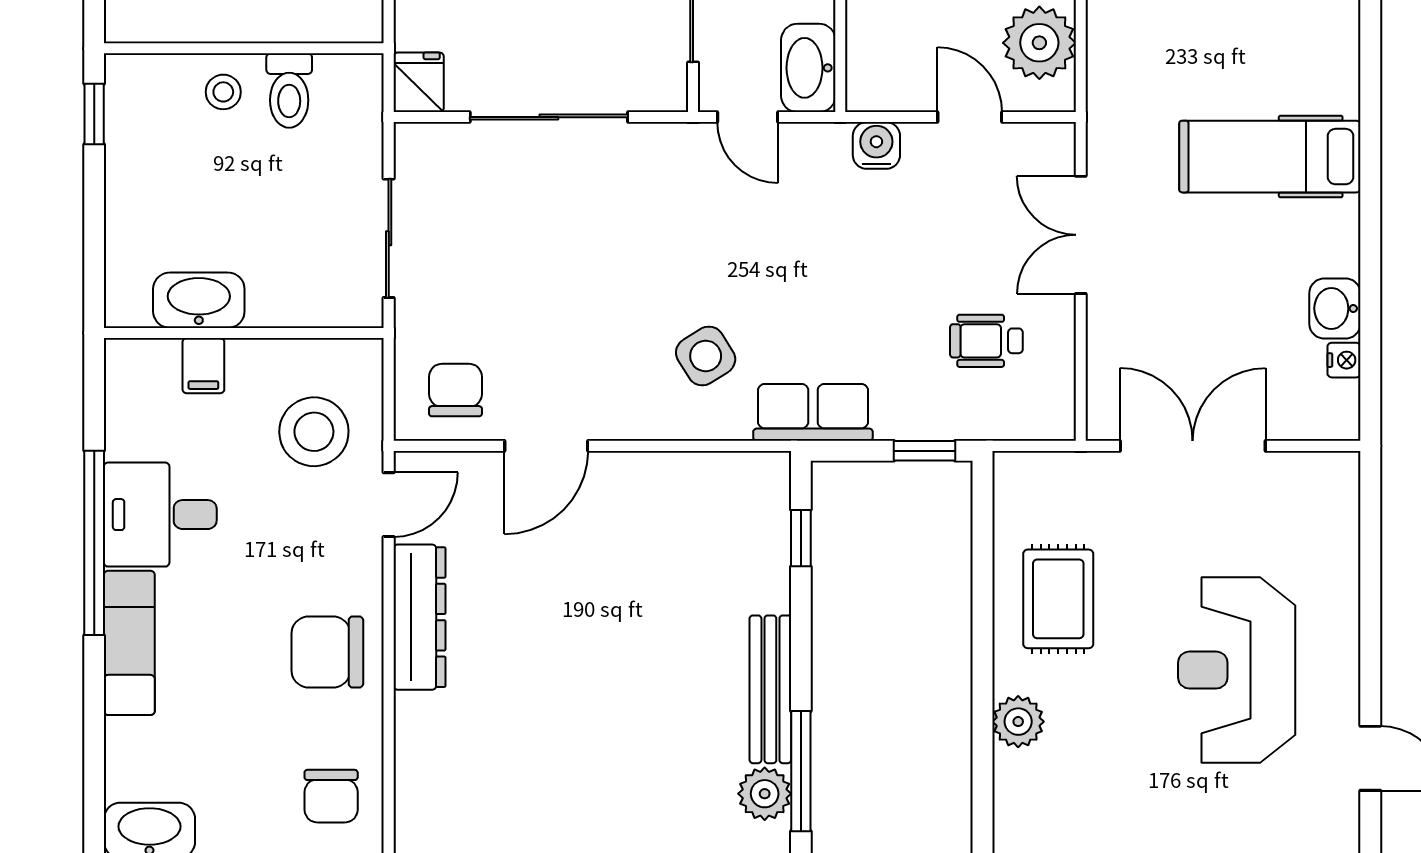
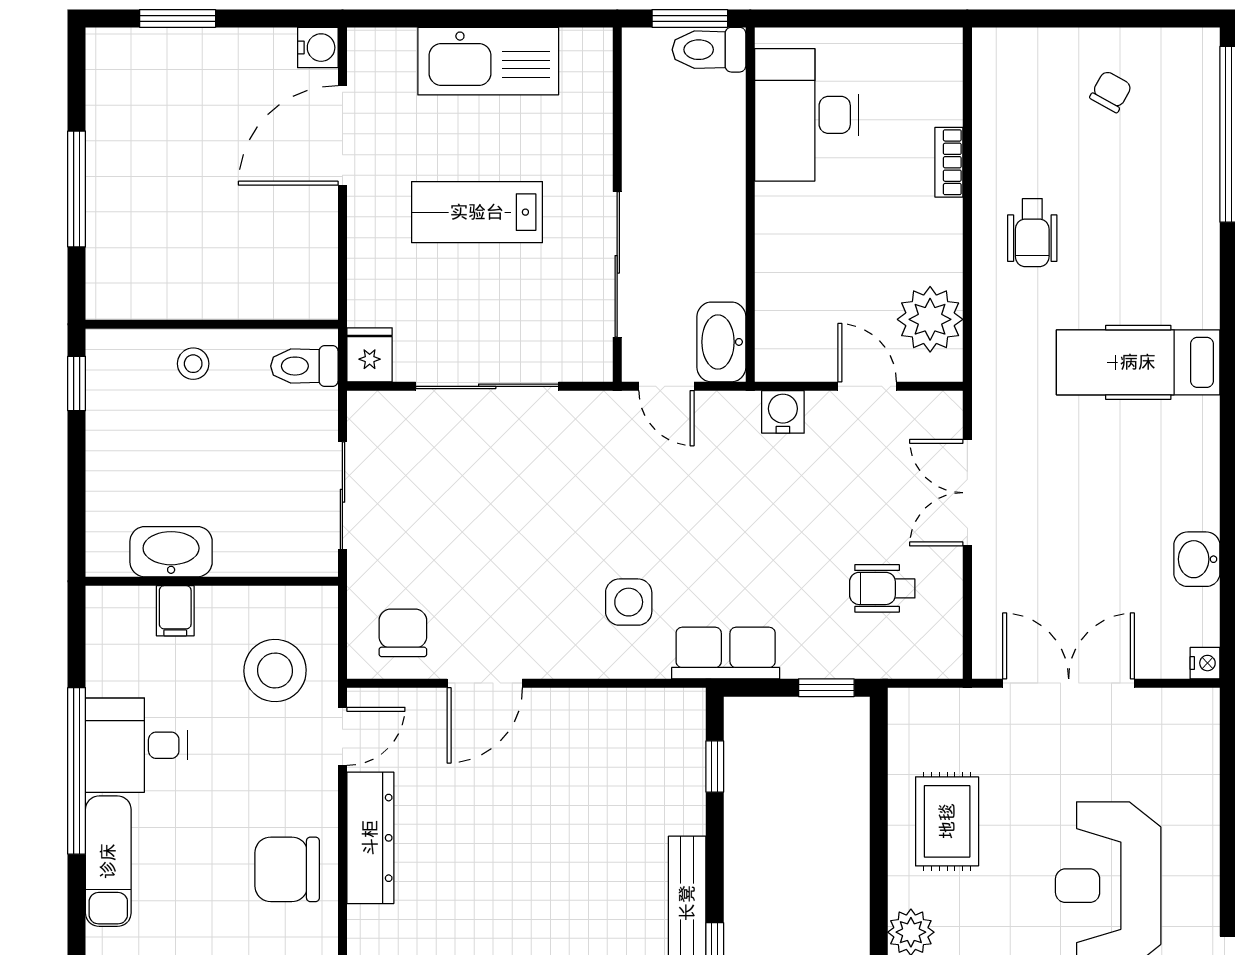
toilet: (289, 91) -> (304, 366), moved, turned 90
hospital bed: (1270, 157) -> (1138, 362), moved
side table: (706, 356) -> (629, 602), turned 32
nightstand: (1344, 360) -> (1205, 663), moved

